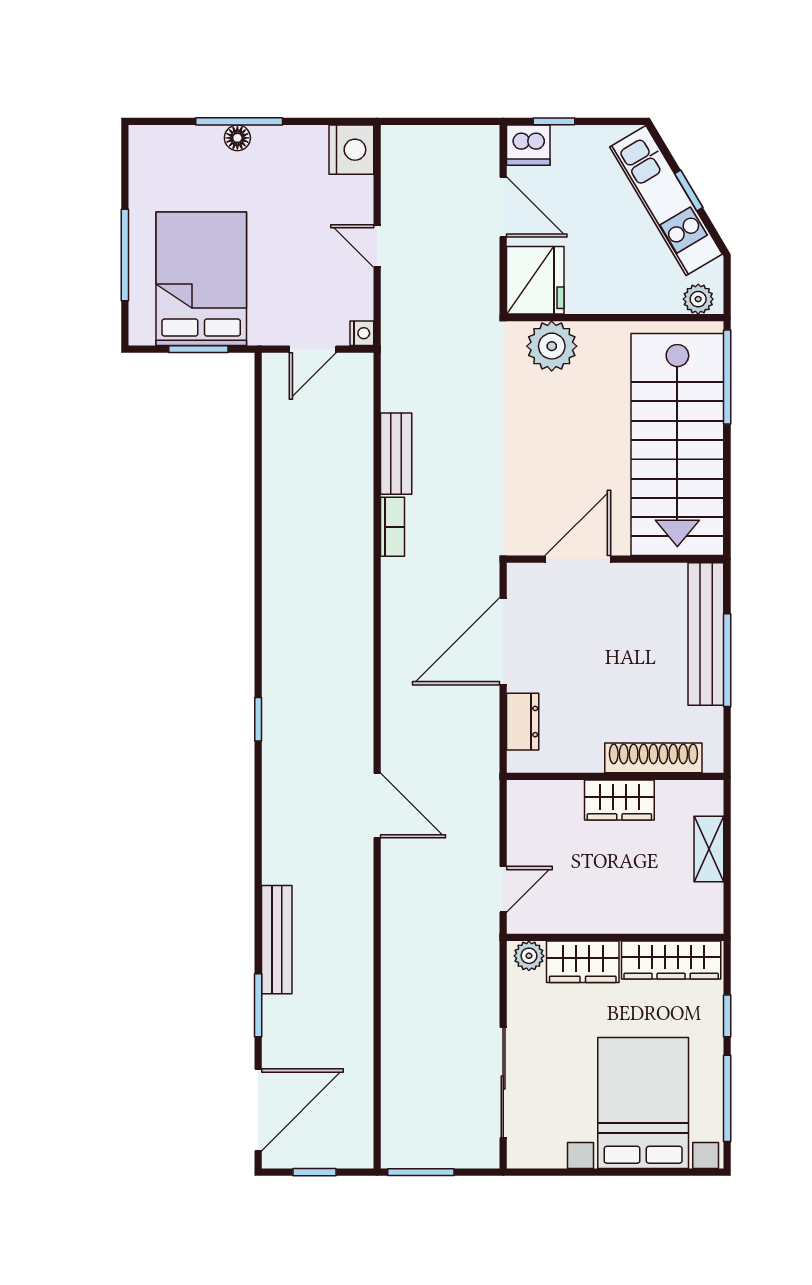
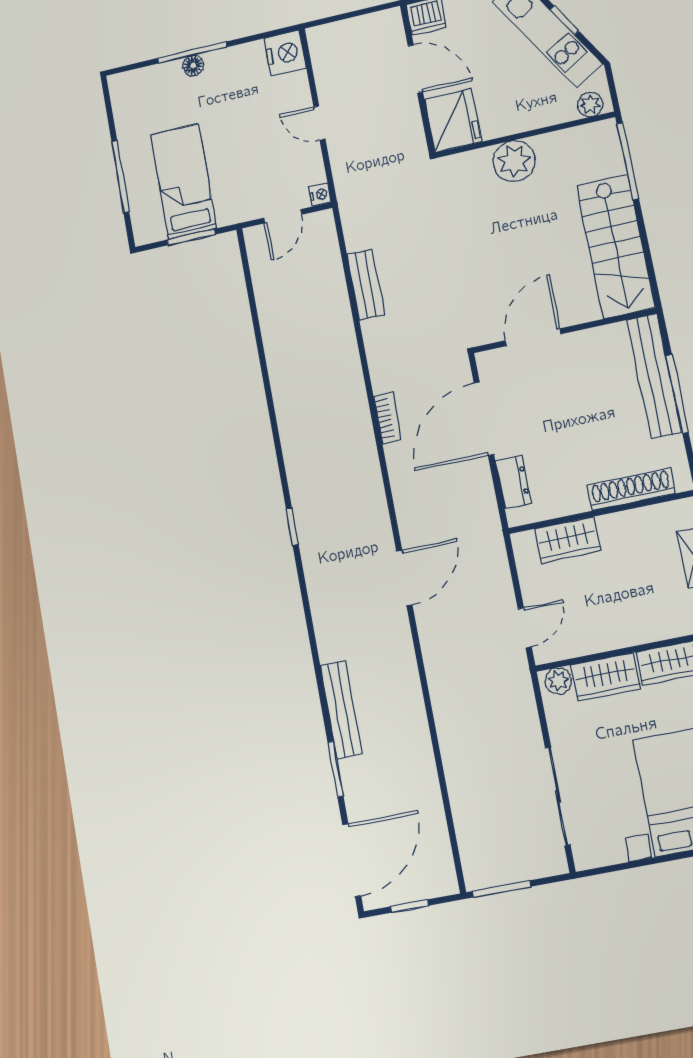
bed: (201, 279) -> (184, 181), width x0.67
plant: (552, 346) -> (514, 161), moved
stairs: (677, 444) -> (616, 246), width x0.73, depth x0.66
bookcase: (392, 527) -> (388, 418), moved
wardrobe: (619, 800) -> (568, 540), moved
door: (377, 805) -> (404, 578), hinge flipped

